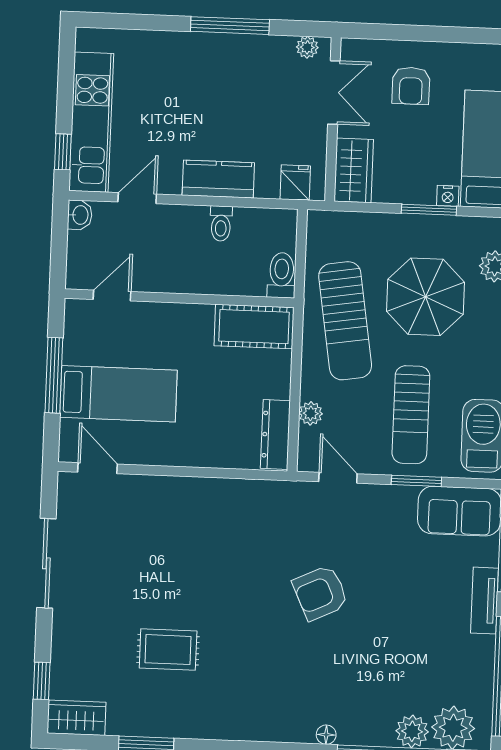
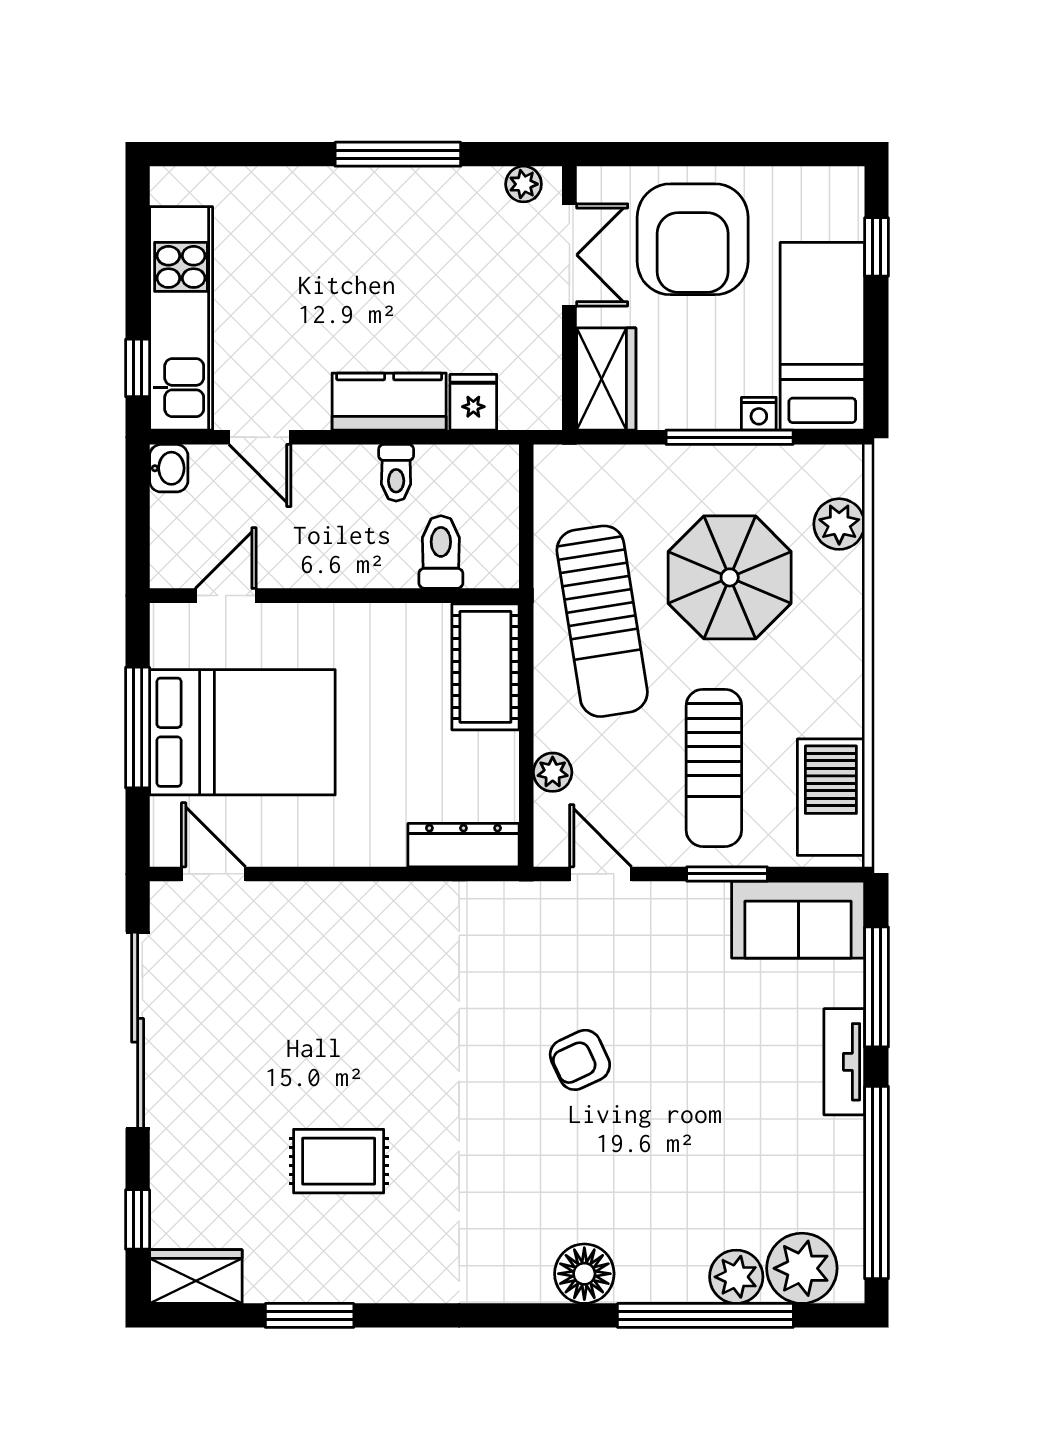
armchair: (411, 86) -> (693, 239), width x1.88, depth x1.88
fridge: (295, 183) -> (473, 402), moved
door: (137, 198) -> (260, 437), swing flipped
window: (429, 210) -> (730, 437), width x1.44
toilet: (282, 275) -> (441, 552), moved
cot: (254, 327) -> (485, 667), moved, turned 90
bed: (118, 394) -> (242, 732), width x1.50
dresser: (275, 435) -> (463, 845), moved, turned 90
sliding door: (46, 563) -> (138, 1030), width x1.36
armchair: (320, 593) -> (580, 1060), width x0.72, depth x0.72
floor lamp: (326, 735) -> (584, 1274), width x1.89, depth x1.89

